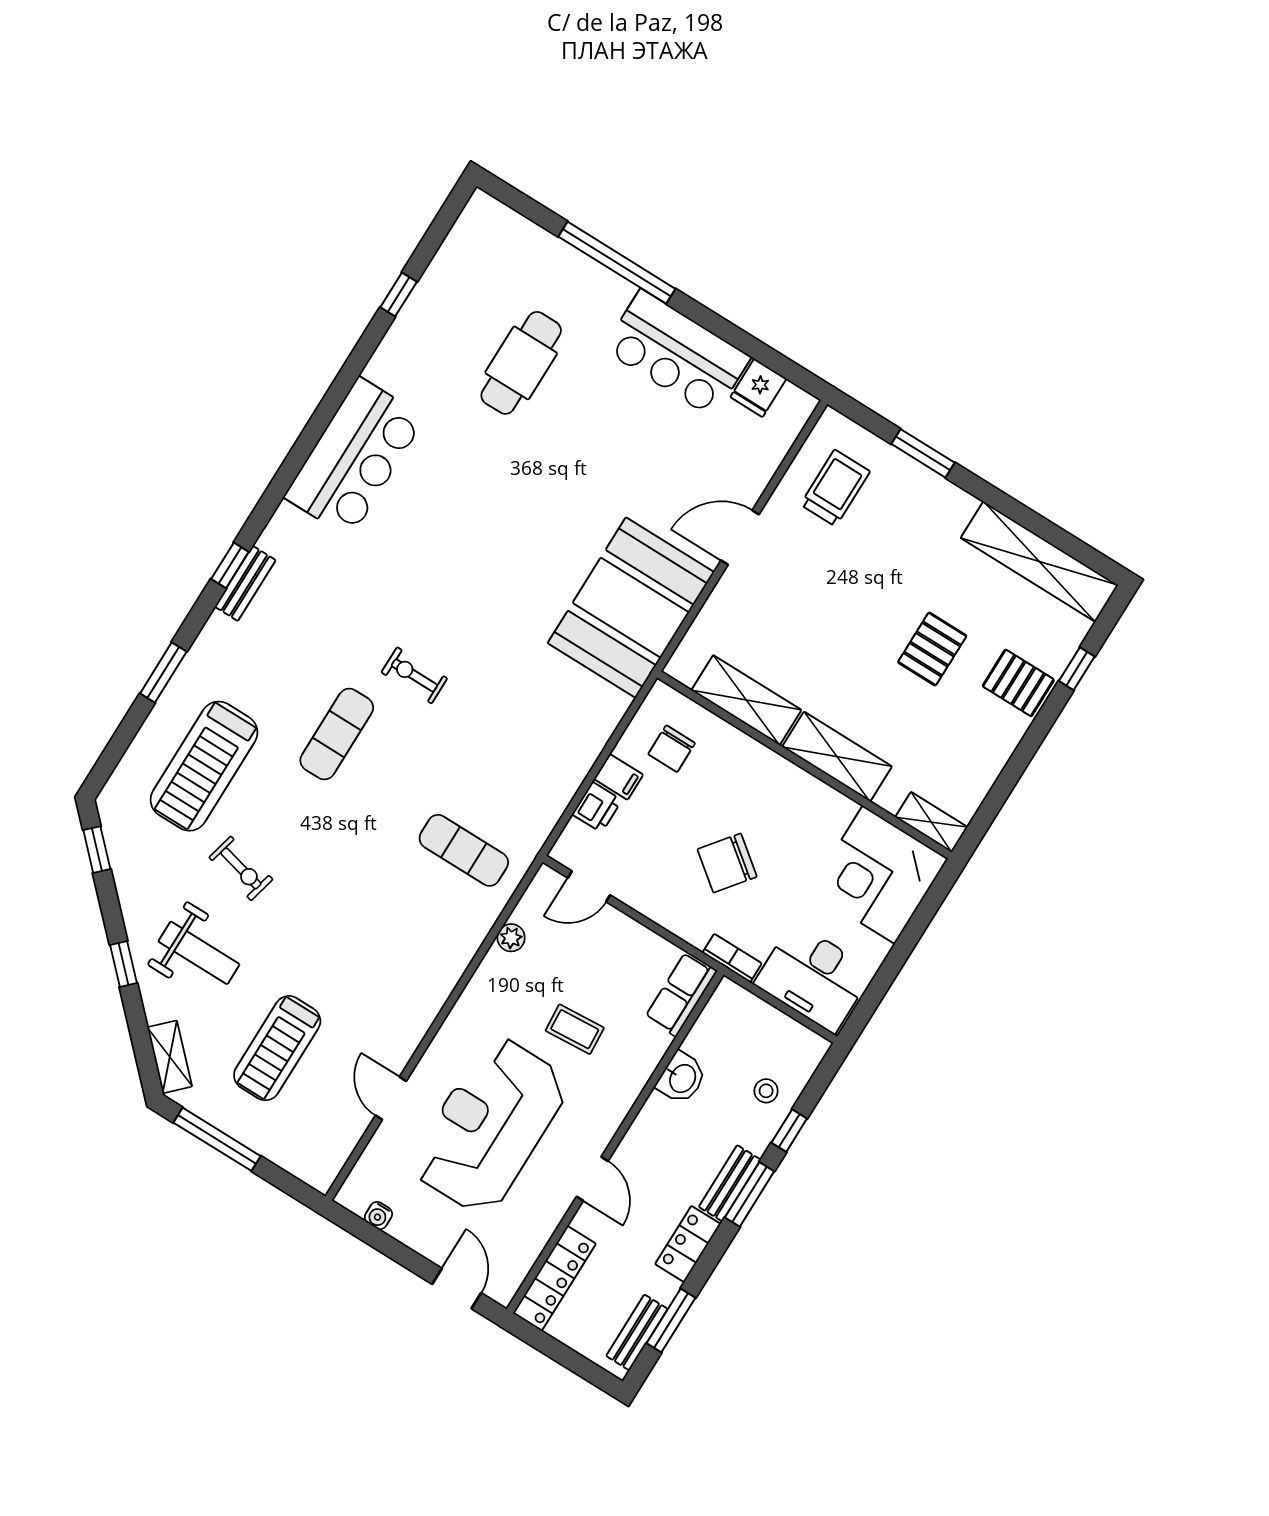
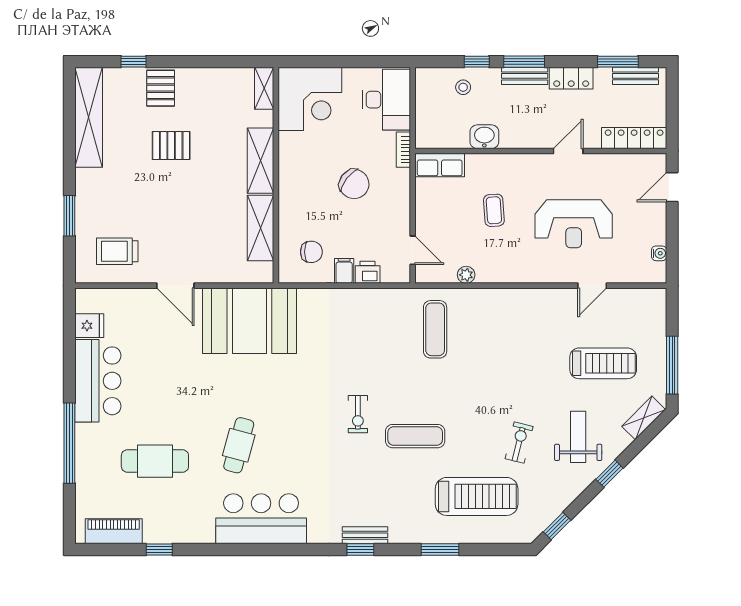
piano: (461, 249) -> (114, 531), added
cafe table: (472, 489) -> (239, 445), added
reception desk: (490, 1125) -> (574, 224), width x0.74, depth x0.77

